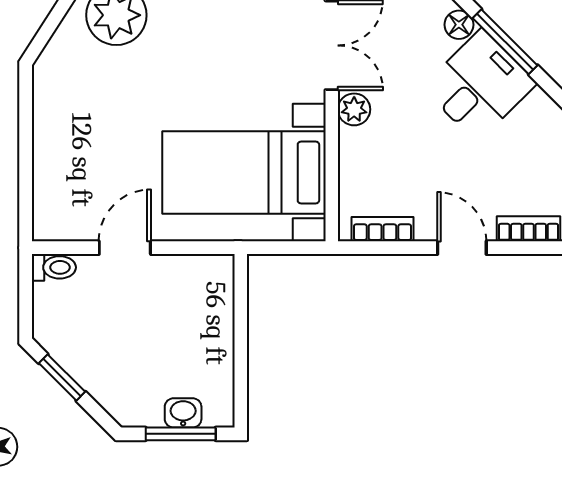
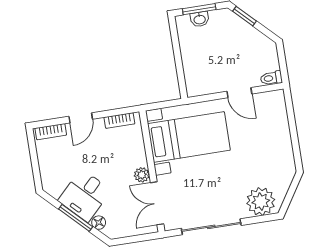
door: (125, 248) -> (239, 93), hinge flipped
door: (462, 248) -> (81, 118), hinge flipped
window: (62, 377) -> (245, 16), moved

